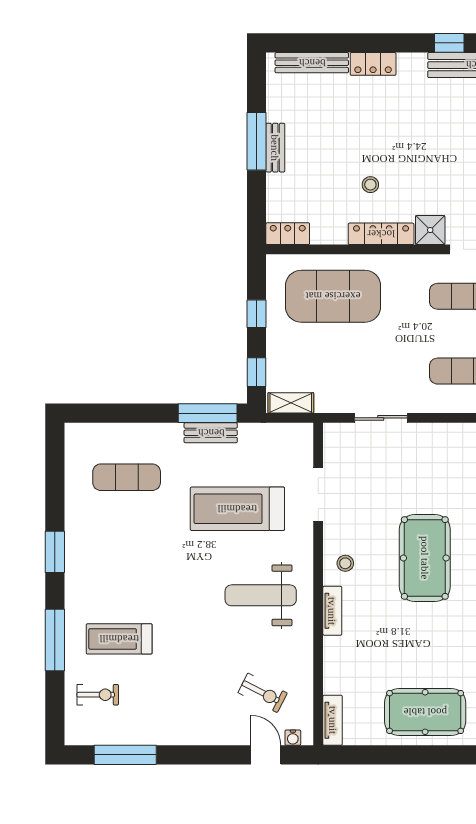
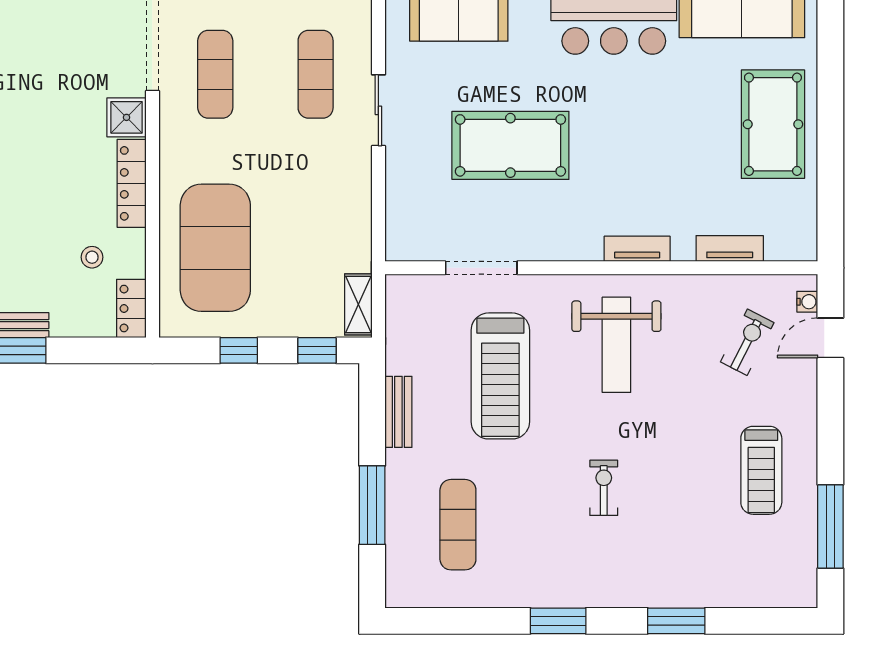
stool: (370, 185) -> (92, 257), moved
window: (208, 413) -> (372, 505), moved
sliding door: (381, 418) -> (378, 110), moved
pool table: (425, 558) -> (510, 145), moved
stool: (345, 563) -> (573, 231), removed
treadmill: (119, 639) -> (761, 470), moved
window: (55, 640) -> (676, 621), width x0.69
exercise bike: (98, 695) -> (604, 488), moved
tv unit: (333, 720) -> (730, 248), moved

